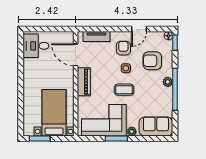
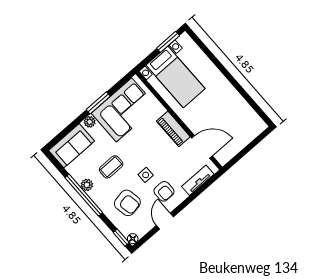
desk: (36, 46) -> (246, 124), removed
armchair: (152, 61) -> (127, 203), turned 79
plant: (168, 82) -> (87, 185), moved
coffee table: (124, 90) -> (111, 167), moved

